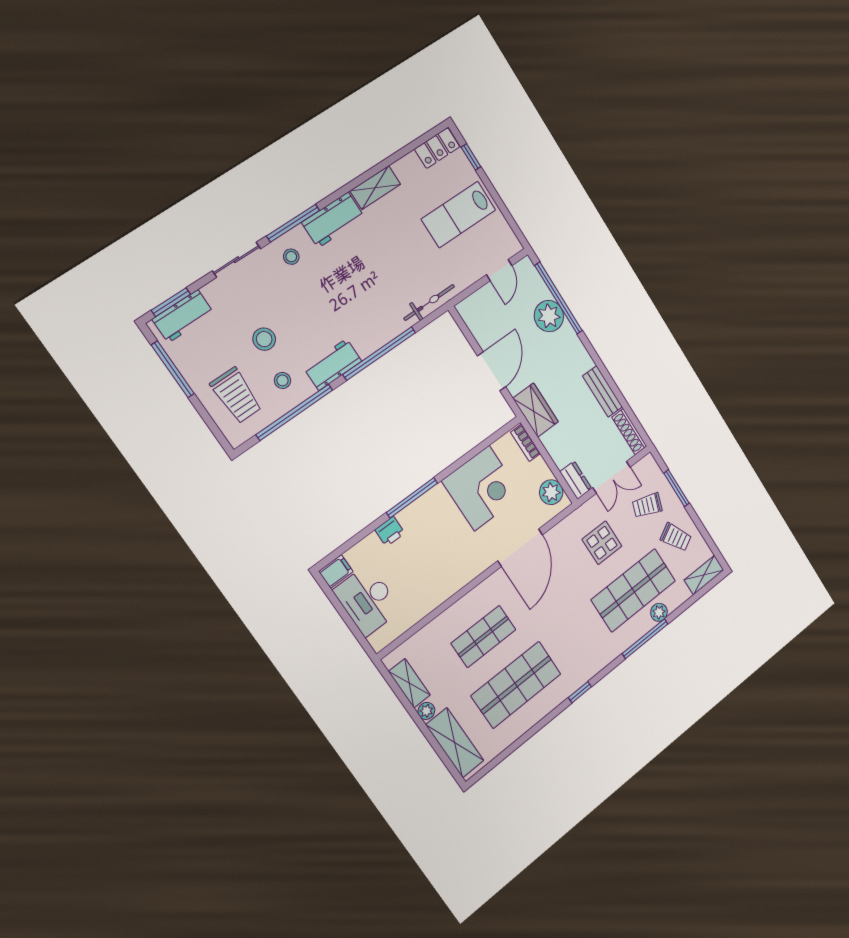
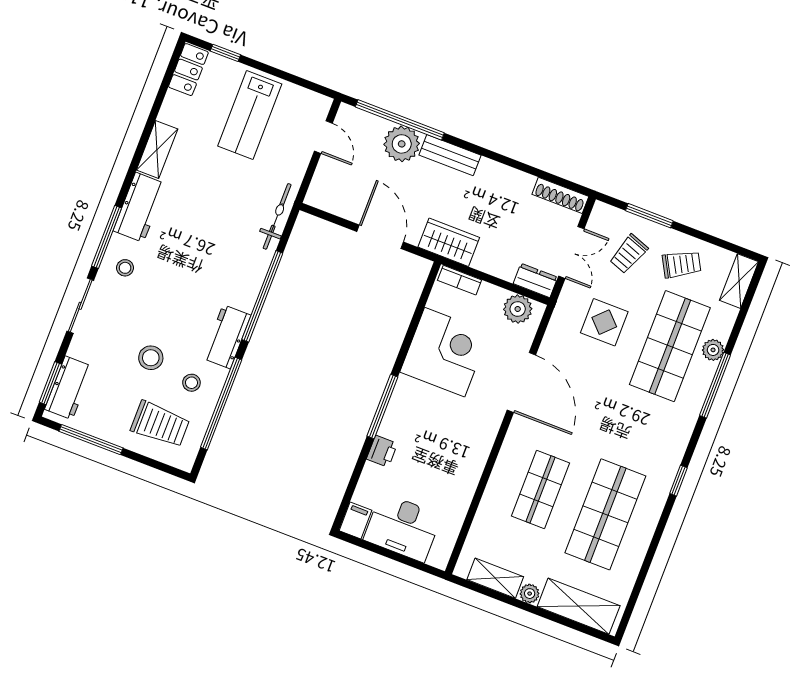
bench: (602, 391) -> (450, 155), moved

